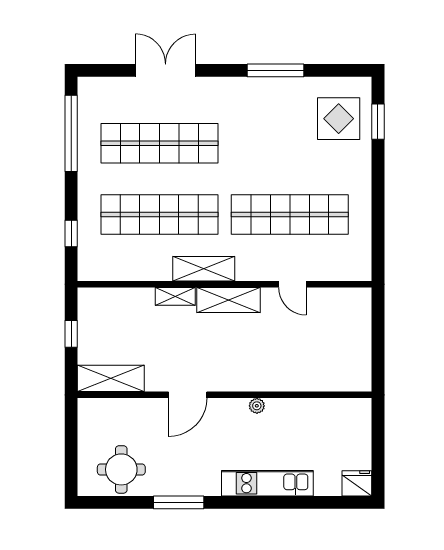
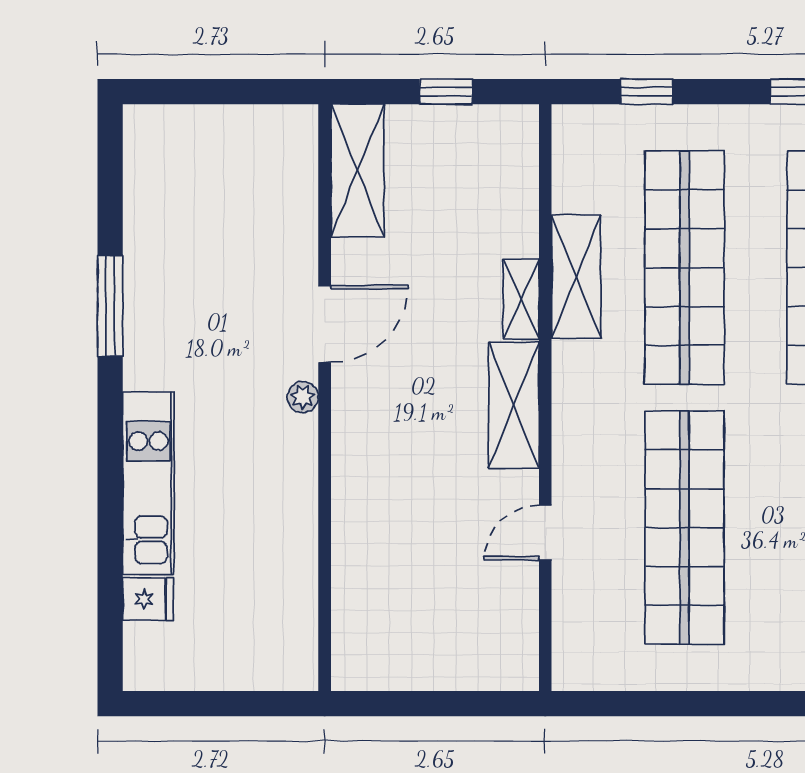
shelving: (204, 269) -> (576, 277), moved
door: (188, 395) -> (325, 324), swing flipped
plant: (257, 406) -> (303, 397), moved
round table: (121, 469) -> (176, 191), removed
fridge: (357, 483) -> (148, 599), moved, width x0.72

